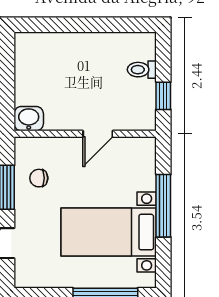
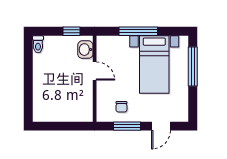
toilet: (142, 70) -> (38, 44), moved
washbasin: (29, 119) -> (85, 50), moved

